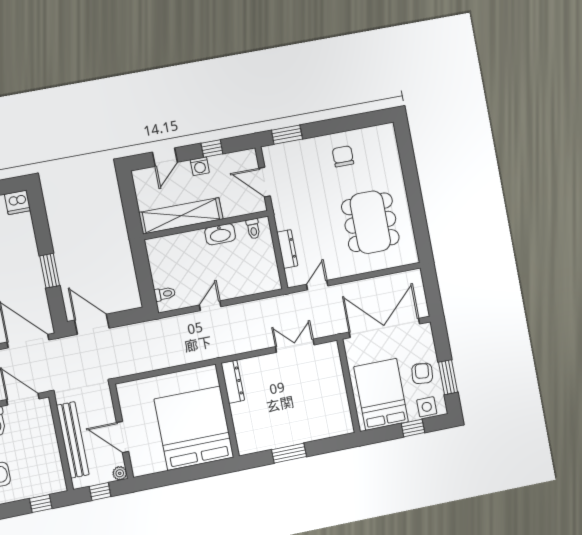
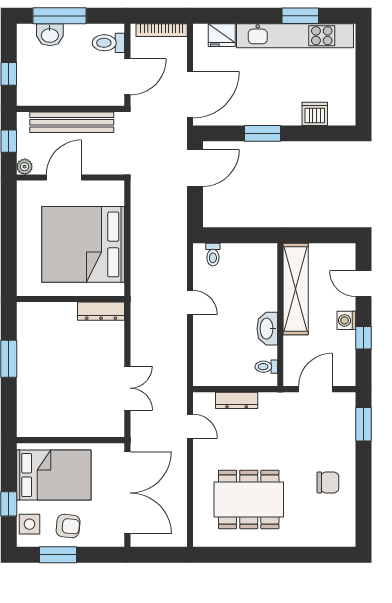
dishwasher: (18, 202) -> (315, 114), moved, turned 90
bed: (194, 428) -> (83, 244), moved, turned 180

